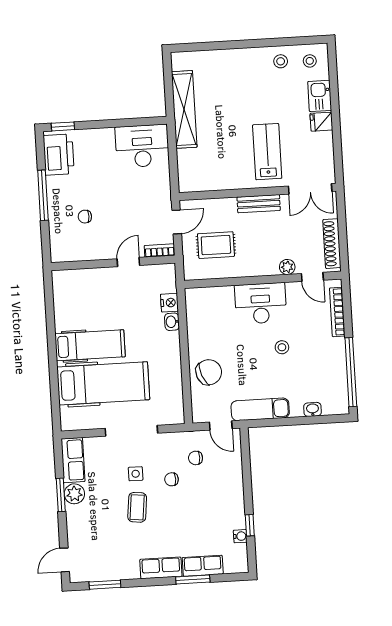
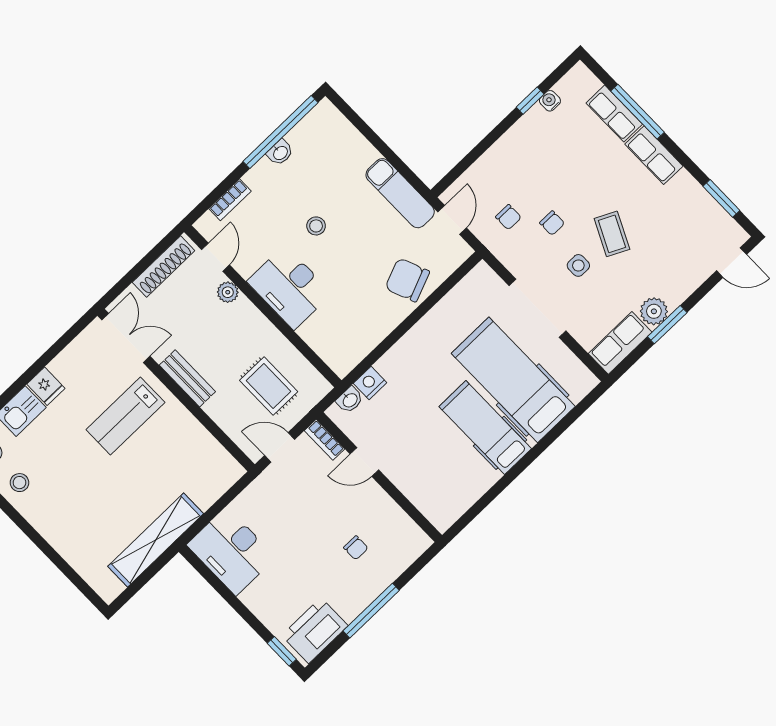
bookcase: (337, 312) -> (230, 200), width x0.64
washbasin: (172, 322) -> (350, 400), moved
washbasin: (313, 409) -> (280, 153), moved, turned -90
coffee table: (137, 507) -> (612, 234), turned -70
window: (193, 579) -> (637, 112), width x1.44

